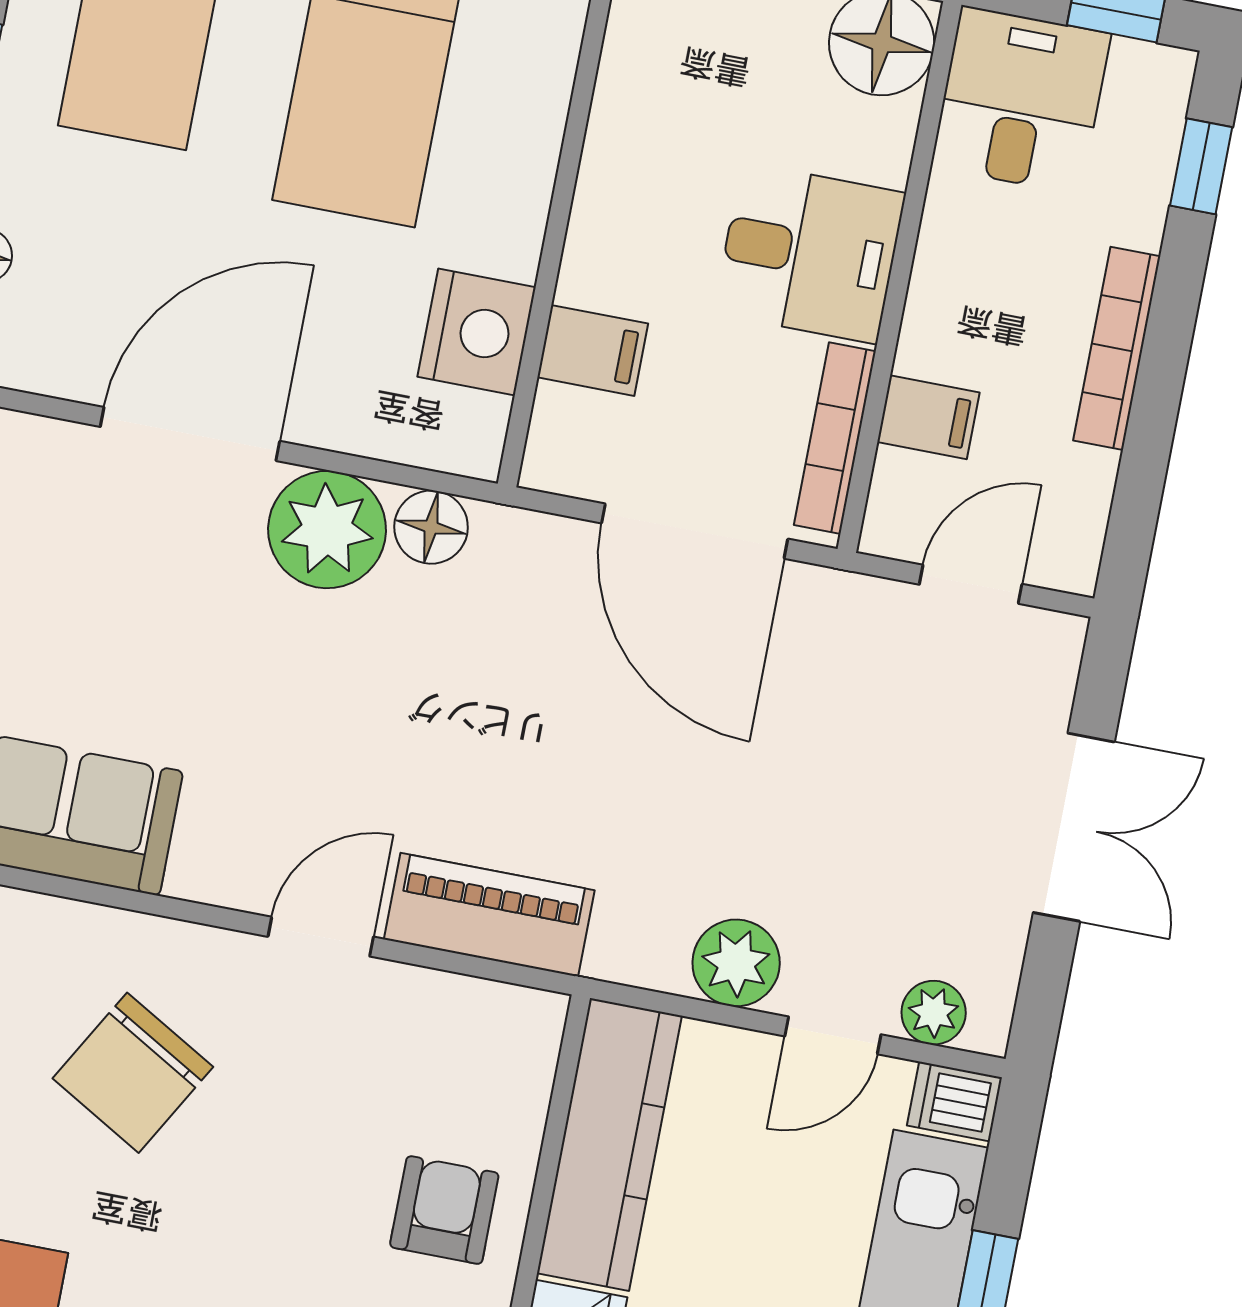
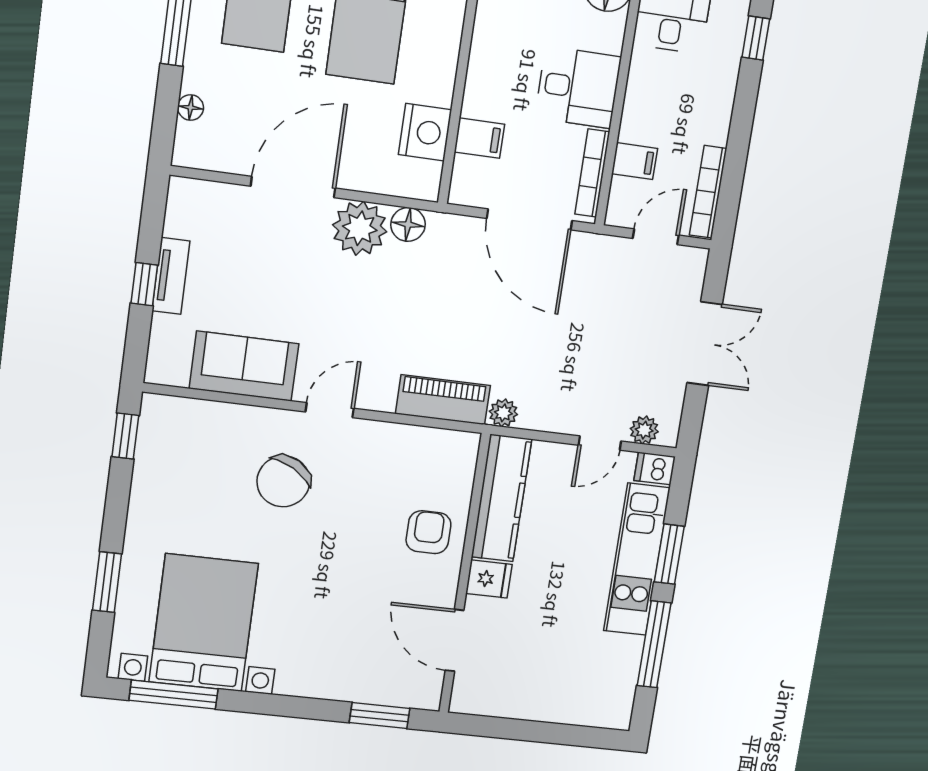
bookcase: (1117, 348) -> (708, 192), moved
door: (321, 937) -> (330, 410), moved
plant: (736, 963) -> (503, 413), moved, width x0.73, depth x0.73

